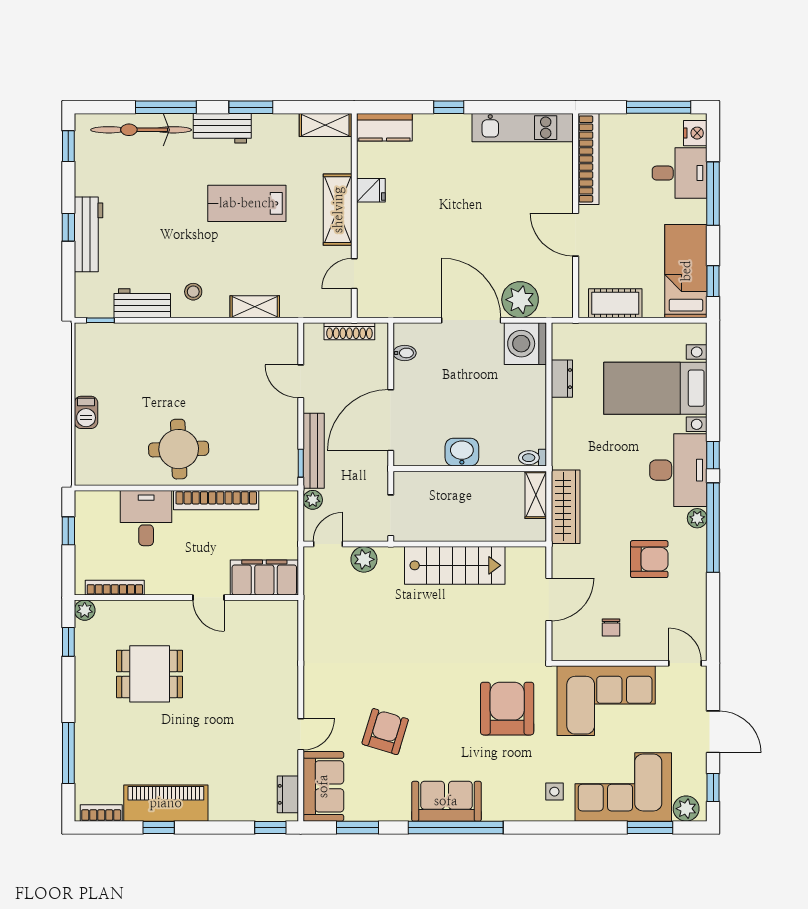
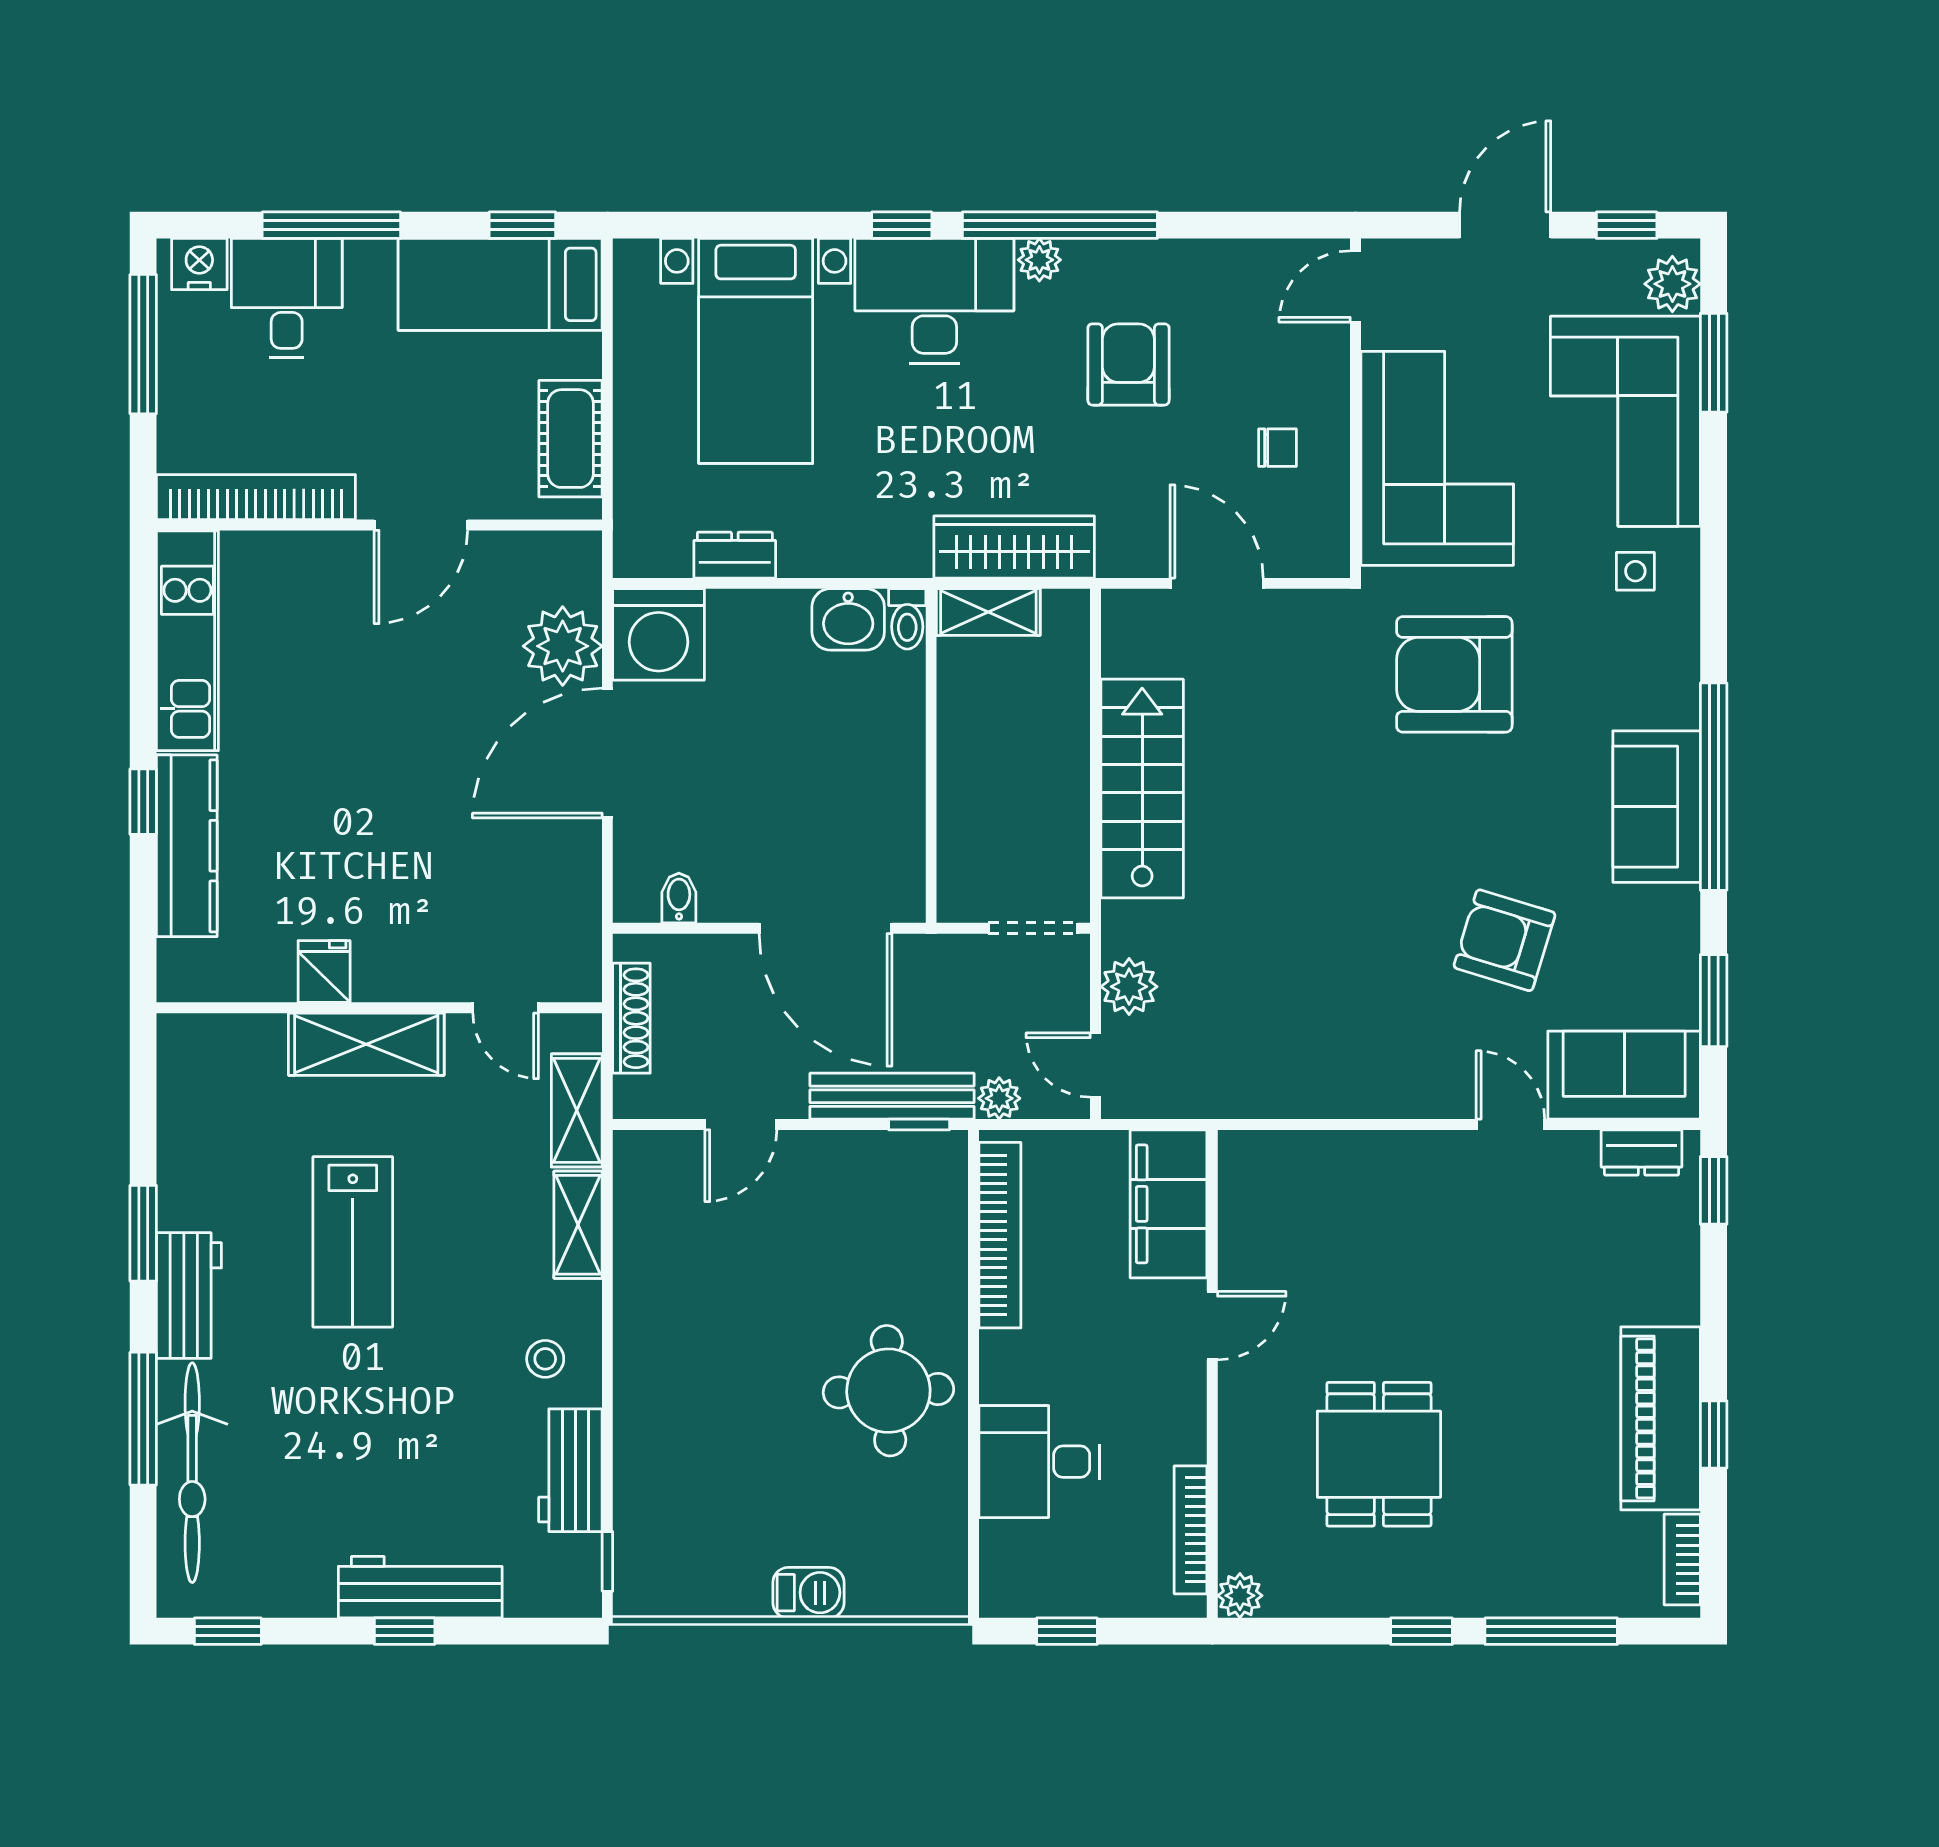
shelving: (325, 125) -> (577, 1110), moved
kitchen counter: (384, 127) -> (187, 846), moved, width x1.50
washbasin: (462, 452) -> (848, 619), moved, turned -90
bookcase: (216, 500) -> (1000, 1235), moved
window: (68, 642) -> (1422, 1631), moved

